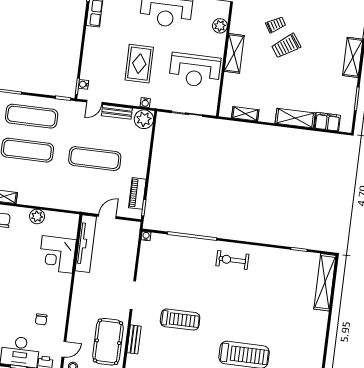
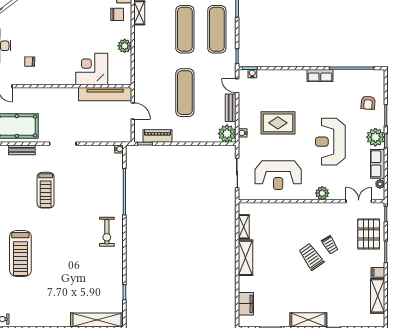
shelving: (234, 53) -> (298, 210), removed
reception desk: (195, 70) -> (278, 175), turned -90
shelving: (295, 118) -> (245, 258), moved
exercise bike: (232, 260) -> (107, 232), turned 180

